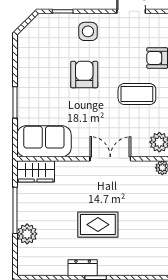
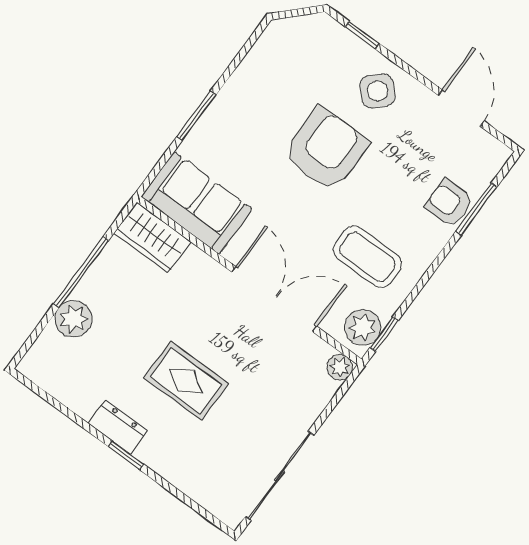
side table: (88, 31) -> (377, 91), turned 45
armchair: (84, 75) -> (326, 149), width x1.36, depth x1.36
coffee table: (137, 94) -> (367, 257), moved
double door: (110, 159) -> (274, 299), width x1.37

